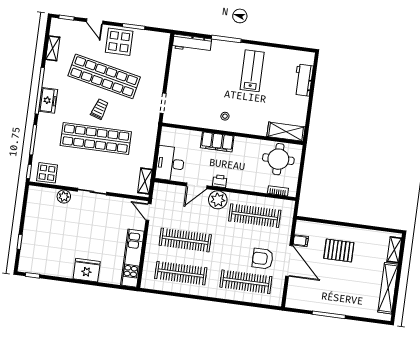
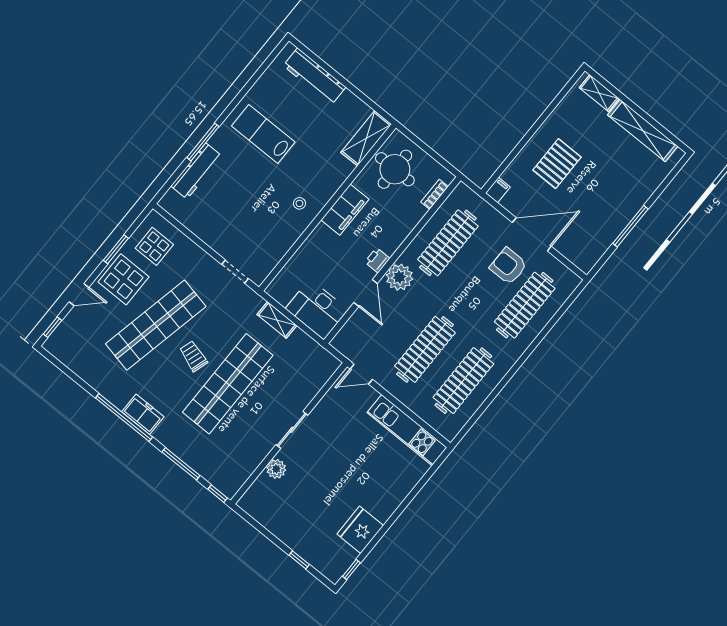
workbench: (192, 43) -> (196, 171), moved
shelving: (53, 48) -> (81, 368), removed
workbench: (303, 80) -> (315, 76), width x1.37
filing cabinet: (217, 142) -> (345, 210), moved
display table: (47, 173) -> (154, 246), moved
shelving: (145, 181) -> (277, 320), moved
filing cabinet: (301, 241) -> (498, 190), moved
armchair: (263, 259) -> (508, 266), turned 90
fridge: (87, 270) -> (360, 530), moved

